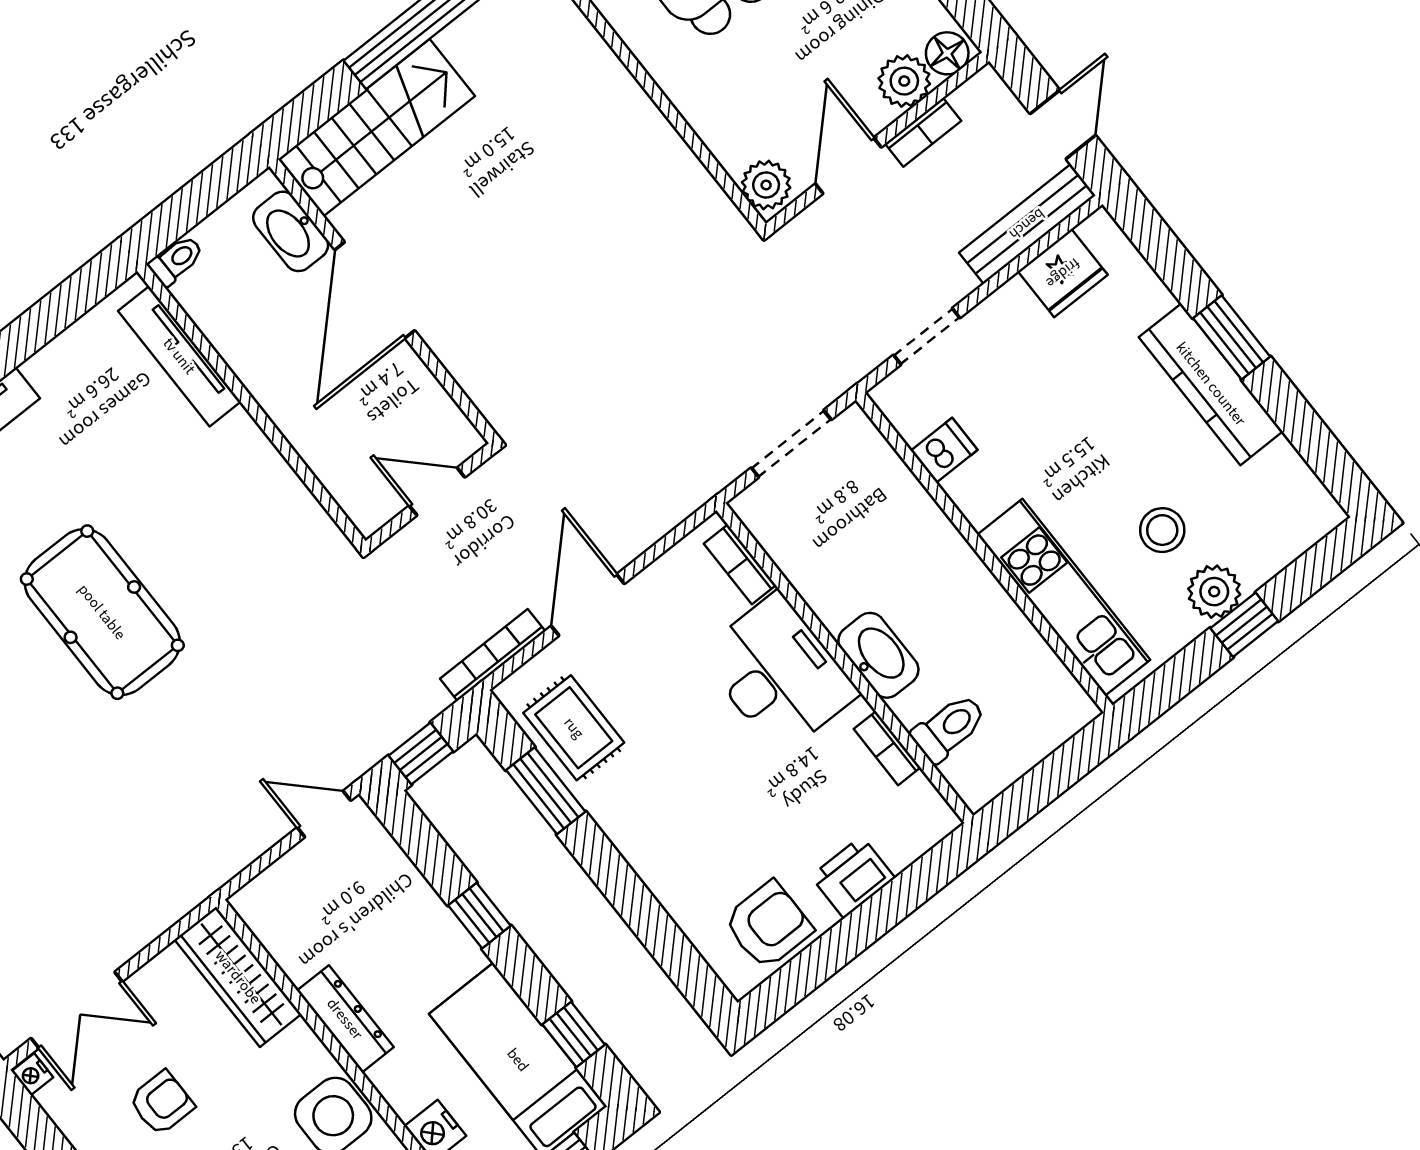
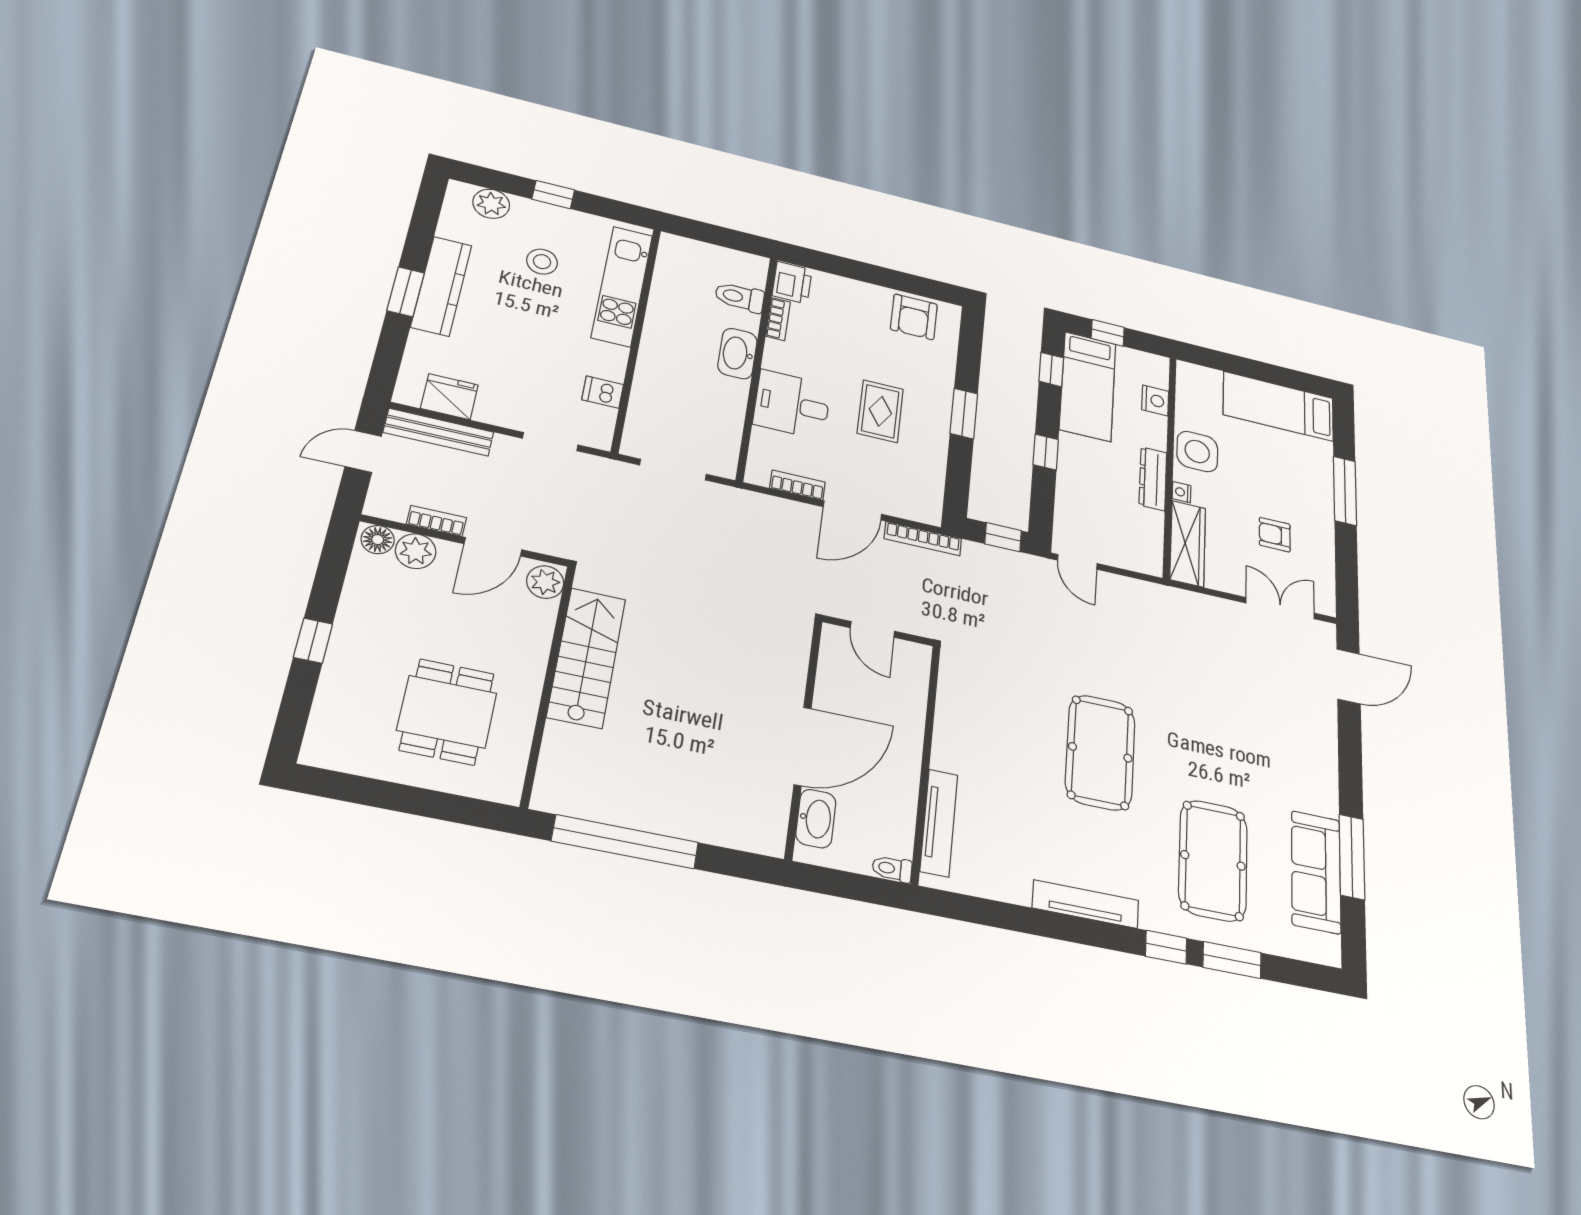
stairs: (376, 128) -> (587, 658), moved, turned 90
bookcase: (740, 564) -> (797, 485), moved, turned -90
plant: (1214, 592) -> (491, 204), moved
desk: (779, 674) -> (792, 405), width x0.73
rug: (574, 728) -> (880, 411), moved
window: (546, 791) -> (964, 414), moved
printer: (853, 877) -> (792, 283), moved, turned -90
armchair: (768, 925) -> (914, 317), turned -90
nightstand: (32, 1074) -> (1181, 492), moved, turned 180

